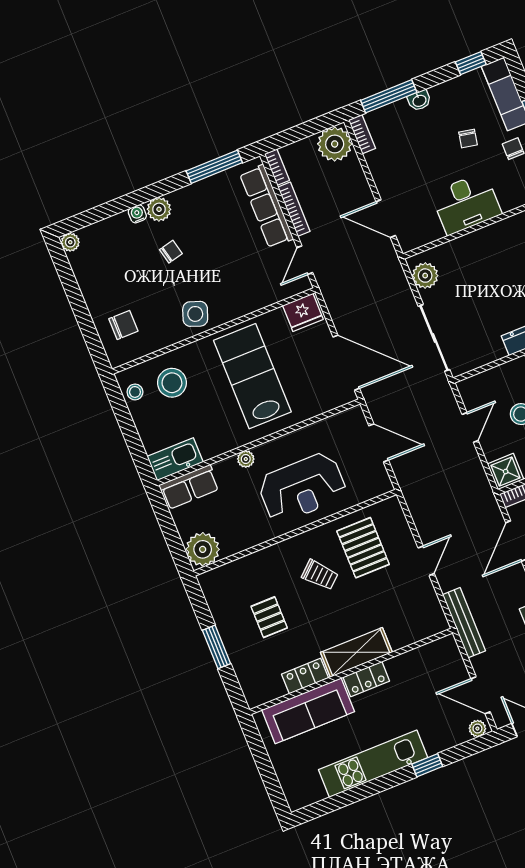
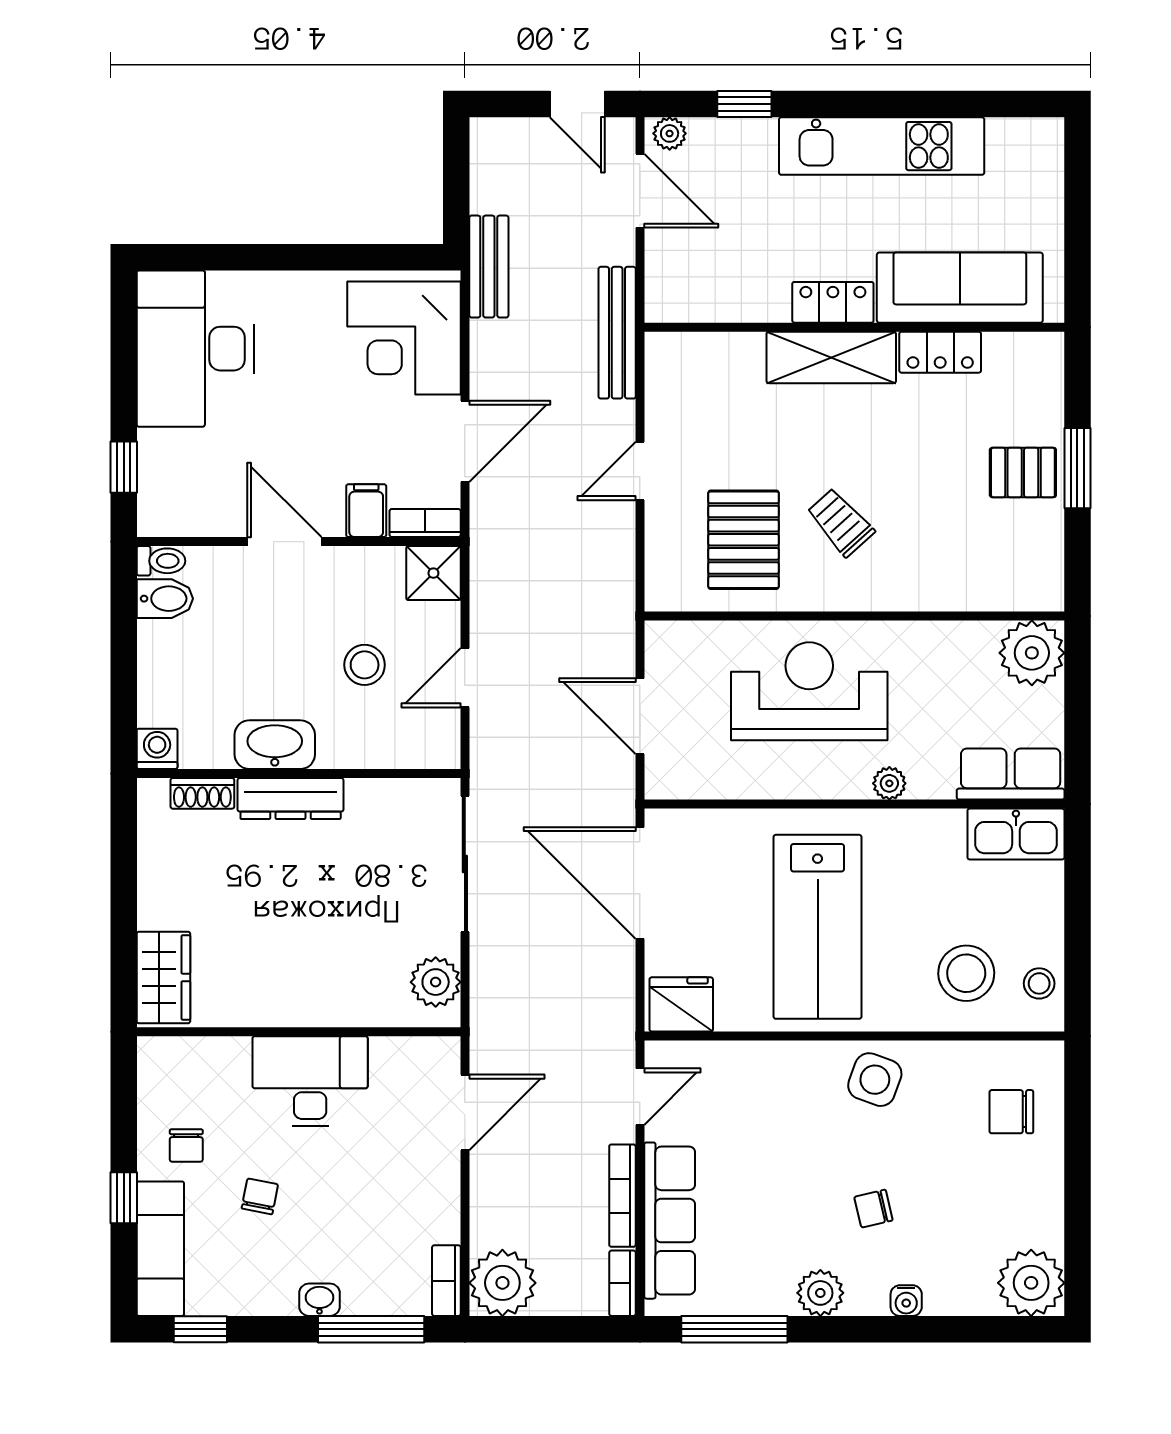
plant: (159, 209) -> (820, 1293), moved
door: (386, 219) -> (465, 1112), hinge flipped
plant: (70, 242) -> (1031, 1283), width x1.88, depth x1.88
pallet: (269, 617) -> (1023, 472), moved, turned 90
window: (427, 765) -> (744, 104), moved

